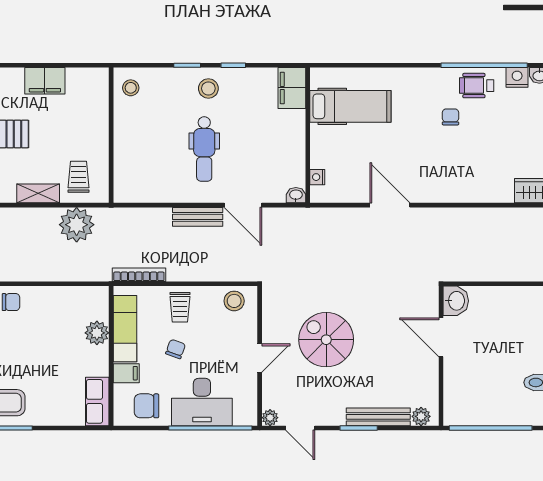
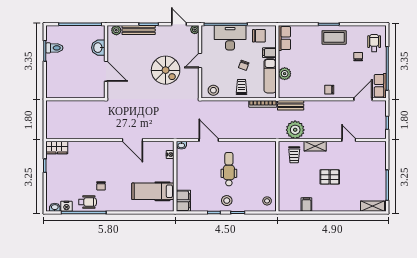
filing cabinet: (45, 81) -> (306, 205), width x0.50
bench: (198, 217) -> (291, 105), moved
washbasin: (456, 301) -> (98, 48), moved

